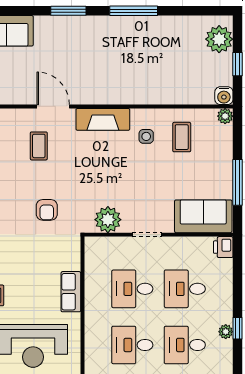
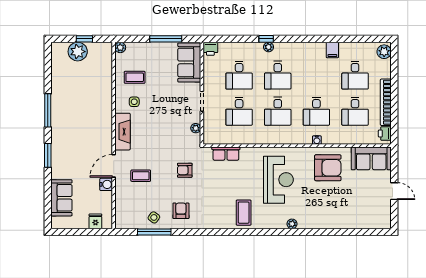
plant: (219, 39) -> (78, 52), moved
water cooler: (224, 96) -> (106, 184), moved
armchair: (47, 210) -> (185, 170), turned 180
plant: (108, 220) -> (196, 128), width x0.53, depth x0.53
row of seats: (71, 292) -> (226, 154), moved

